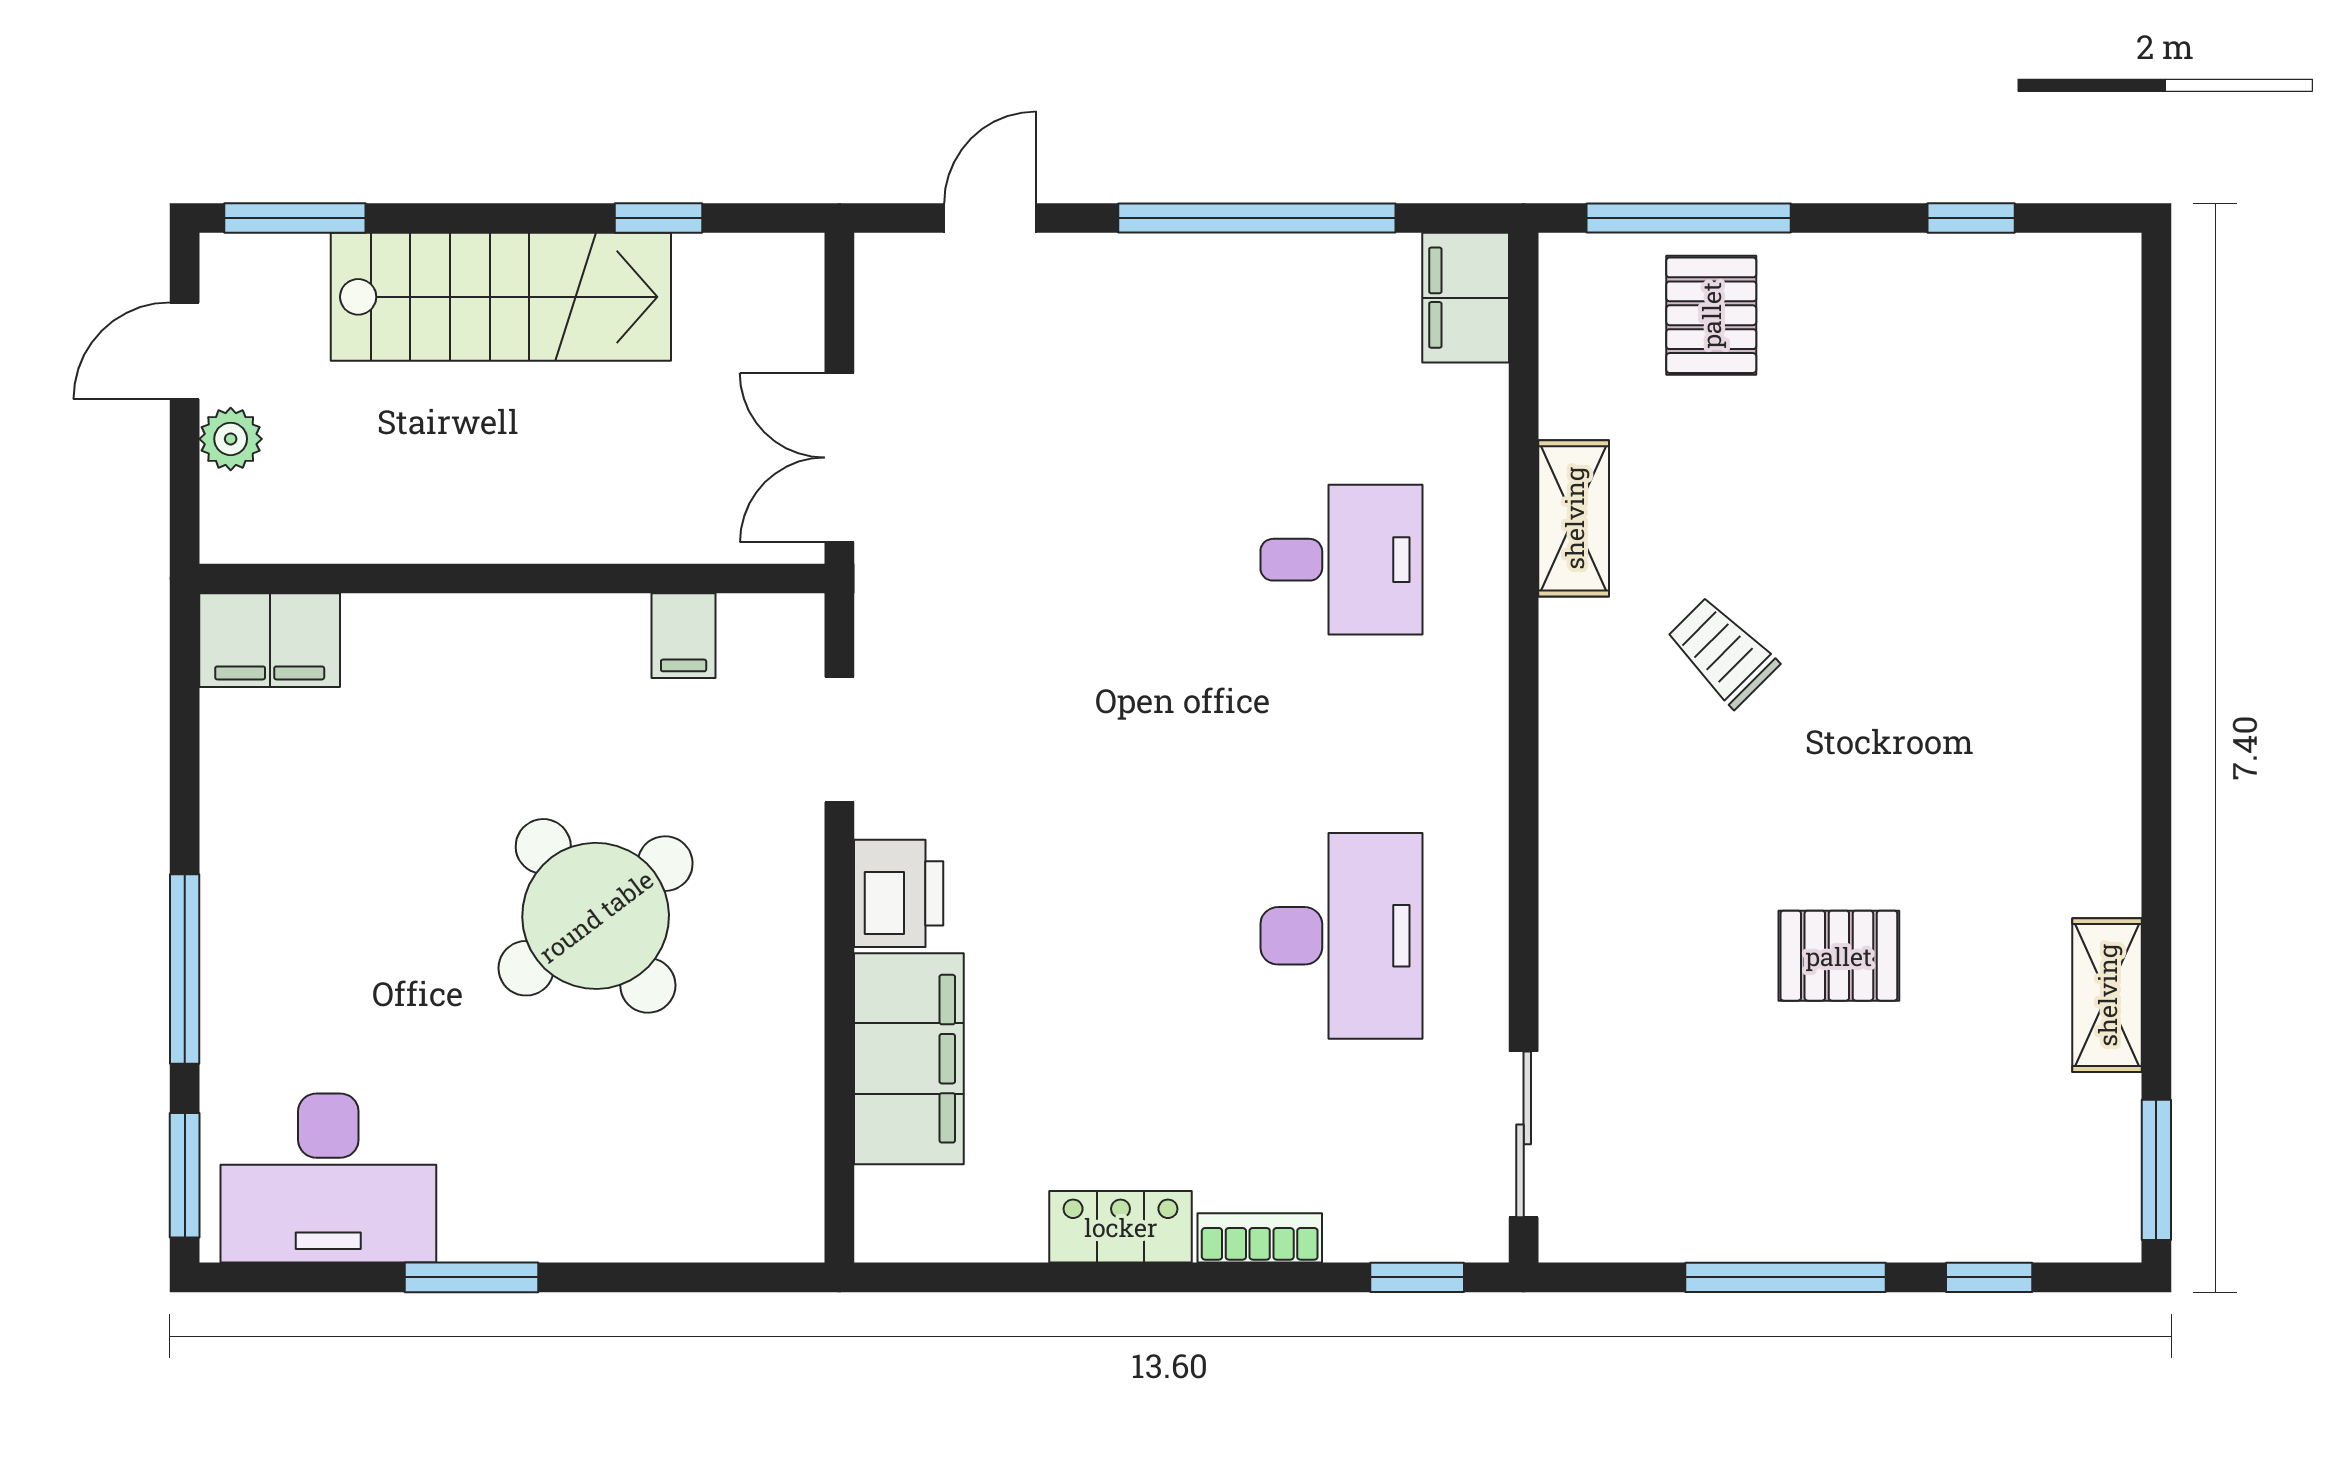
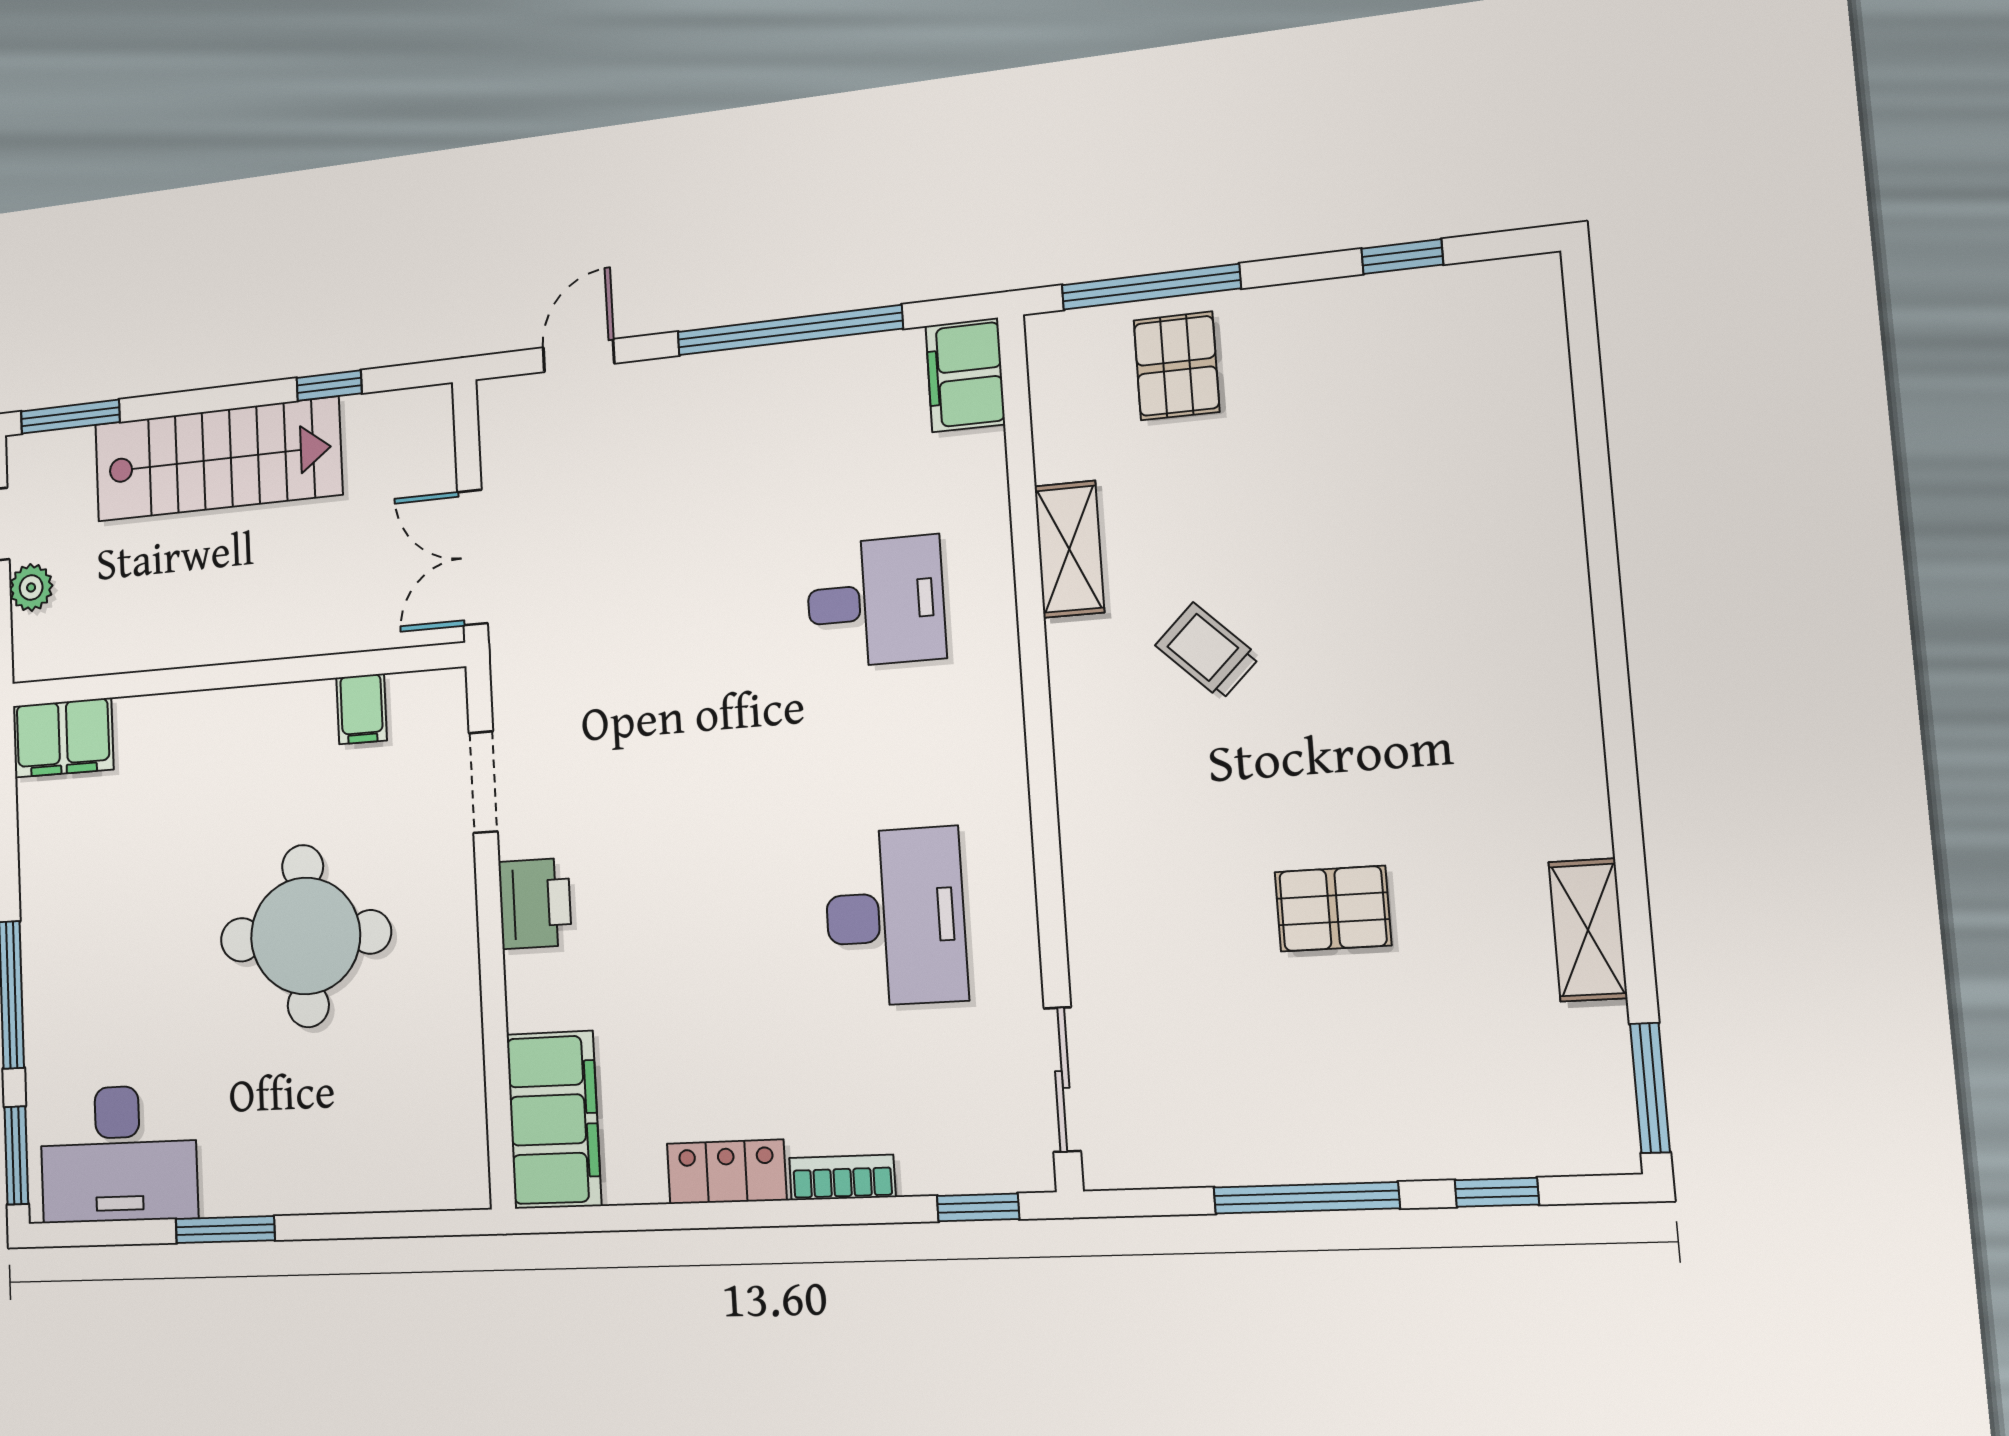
round table: (596, 916) -> (305, 936), turned 37
filing cabinet: (909, 1059) -> (554, 1120), moved

